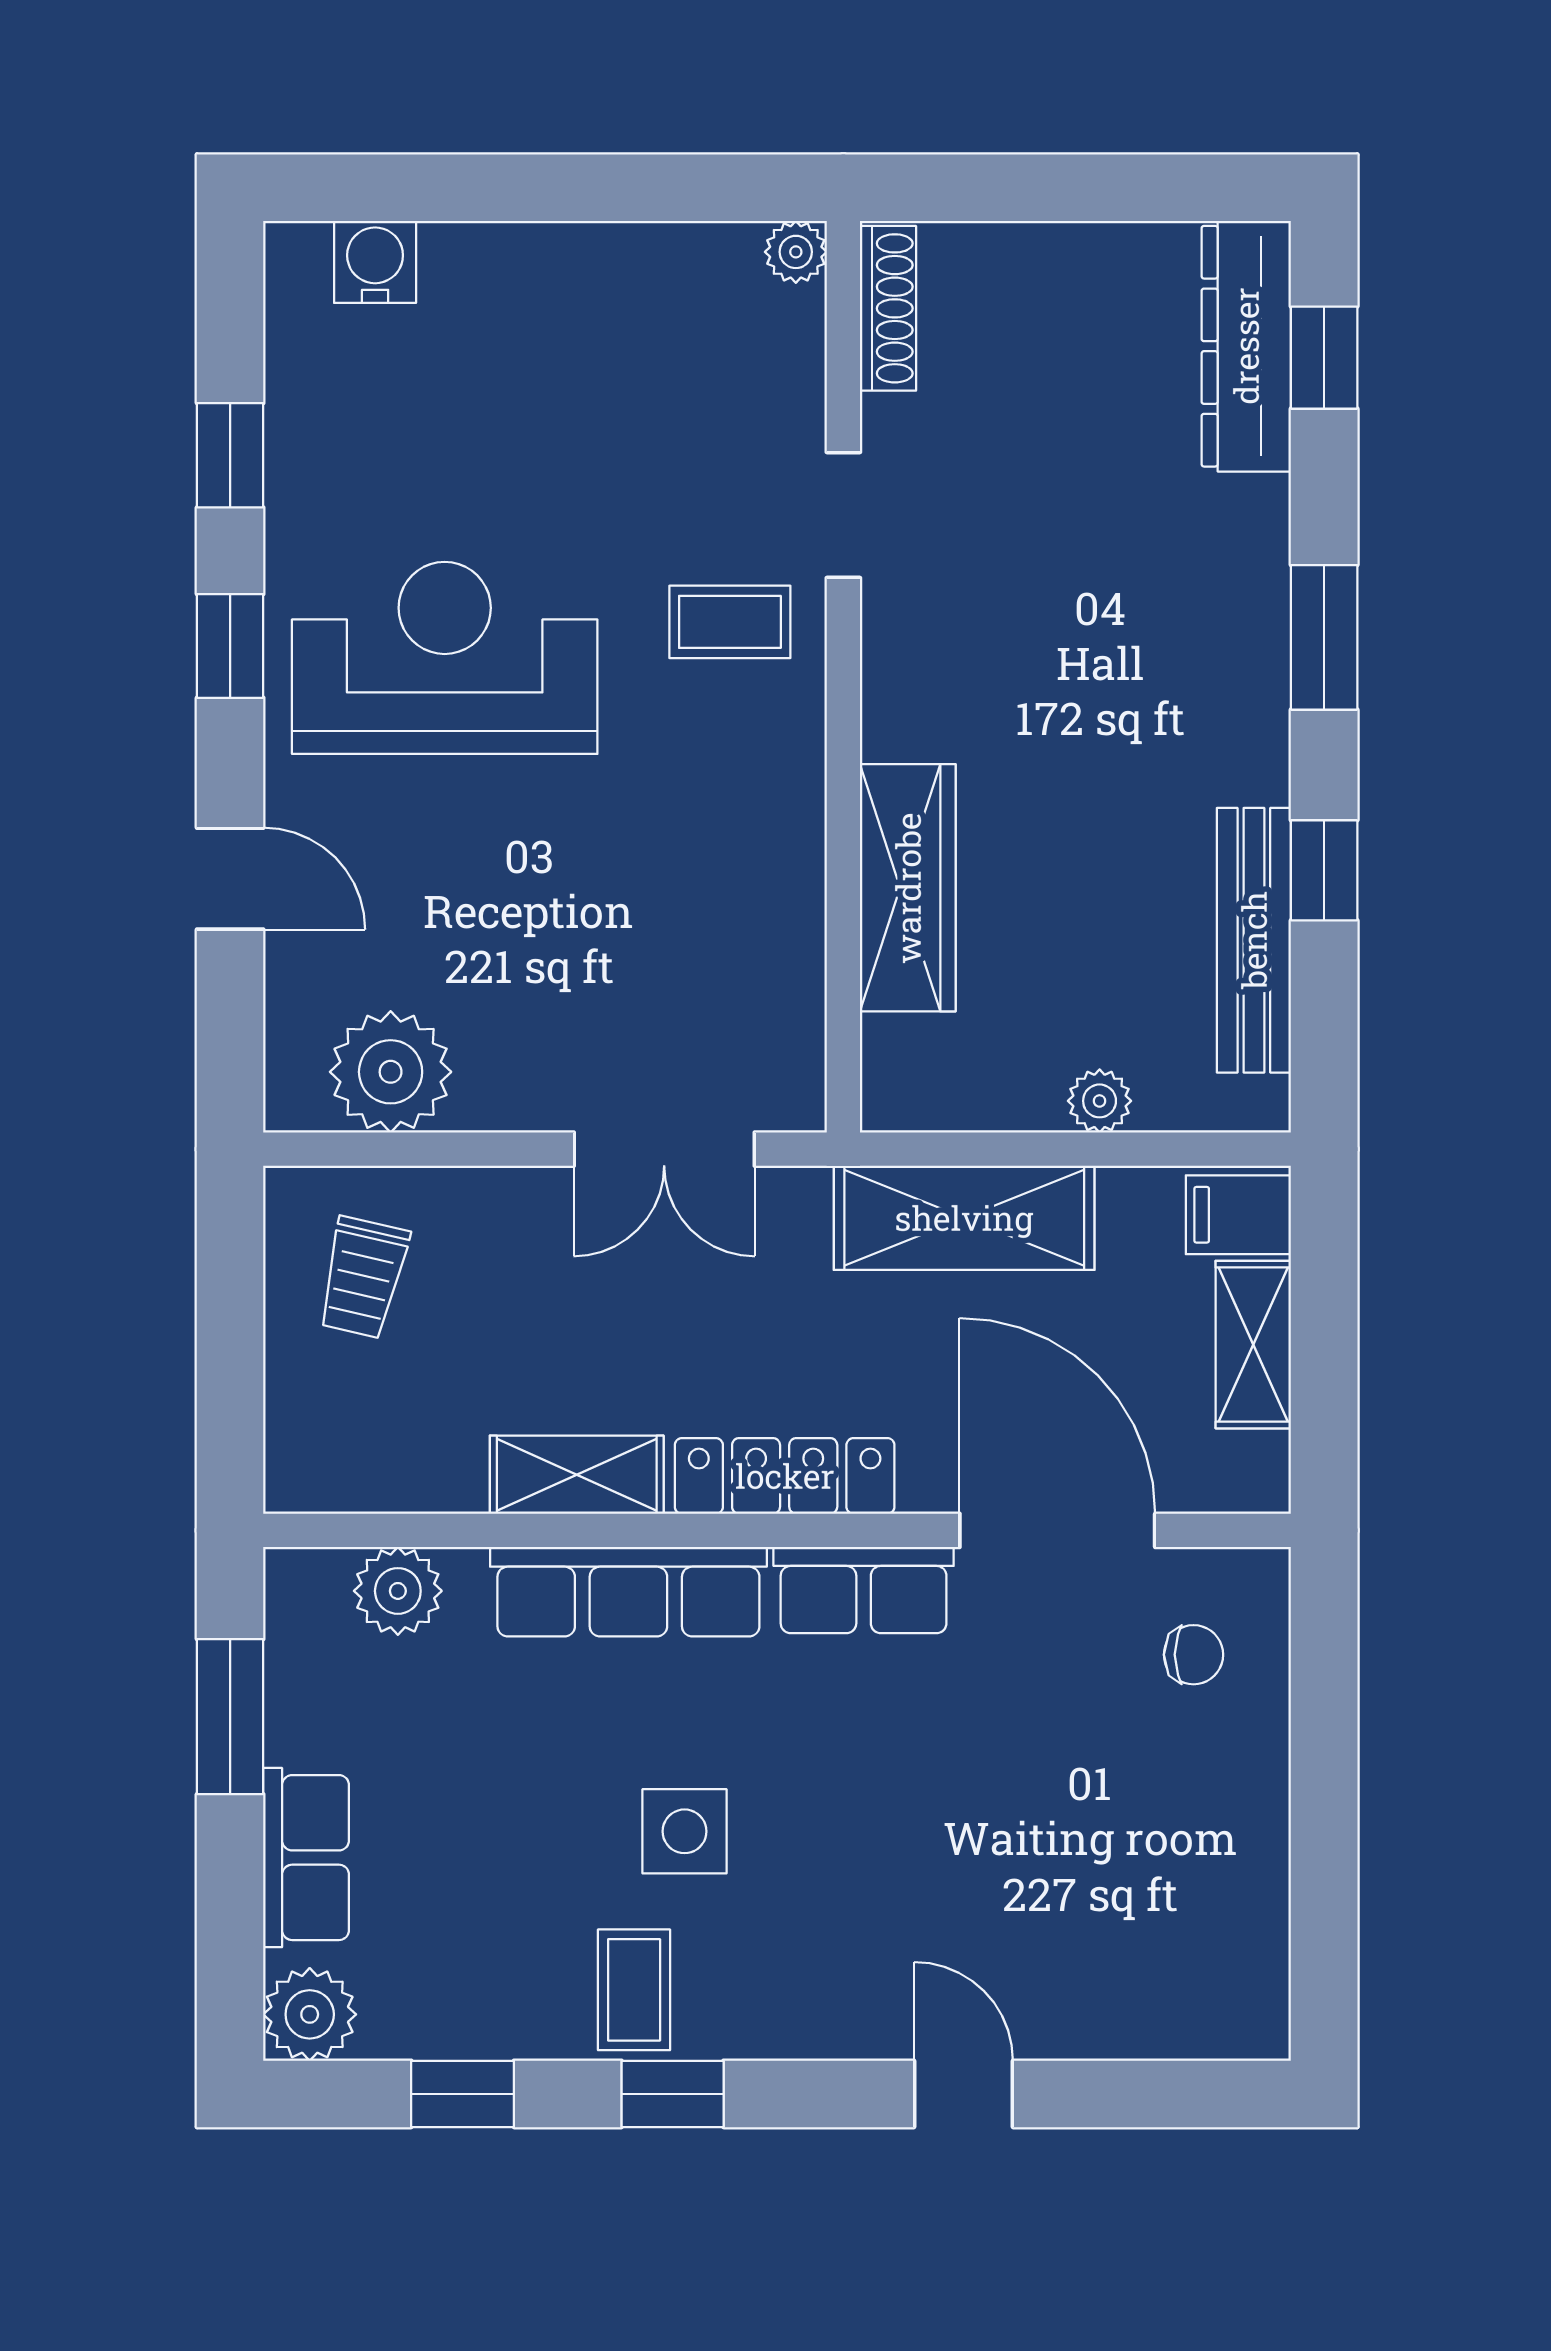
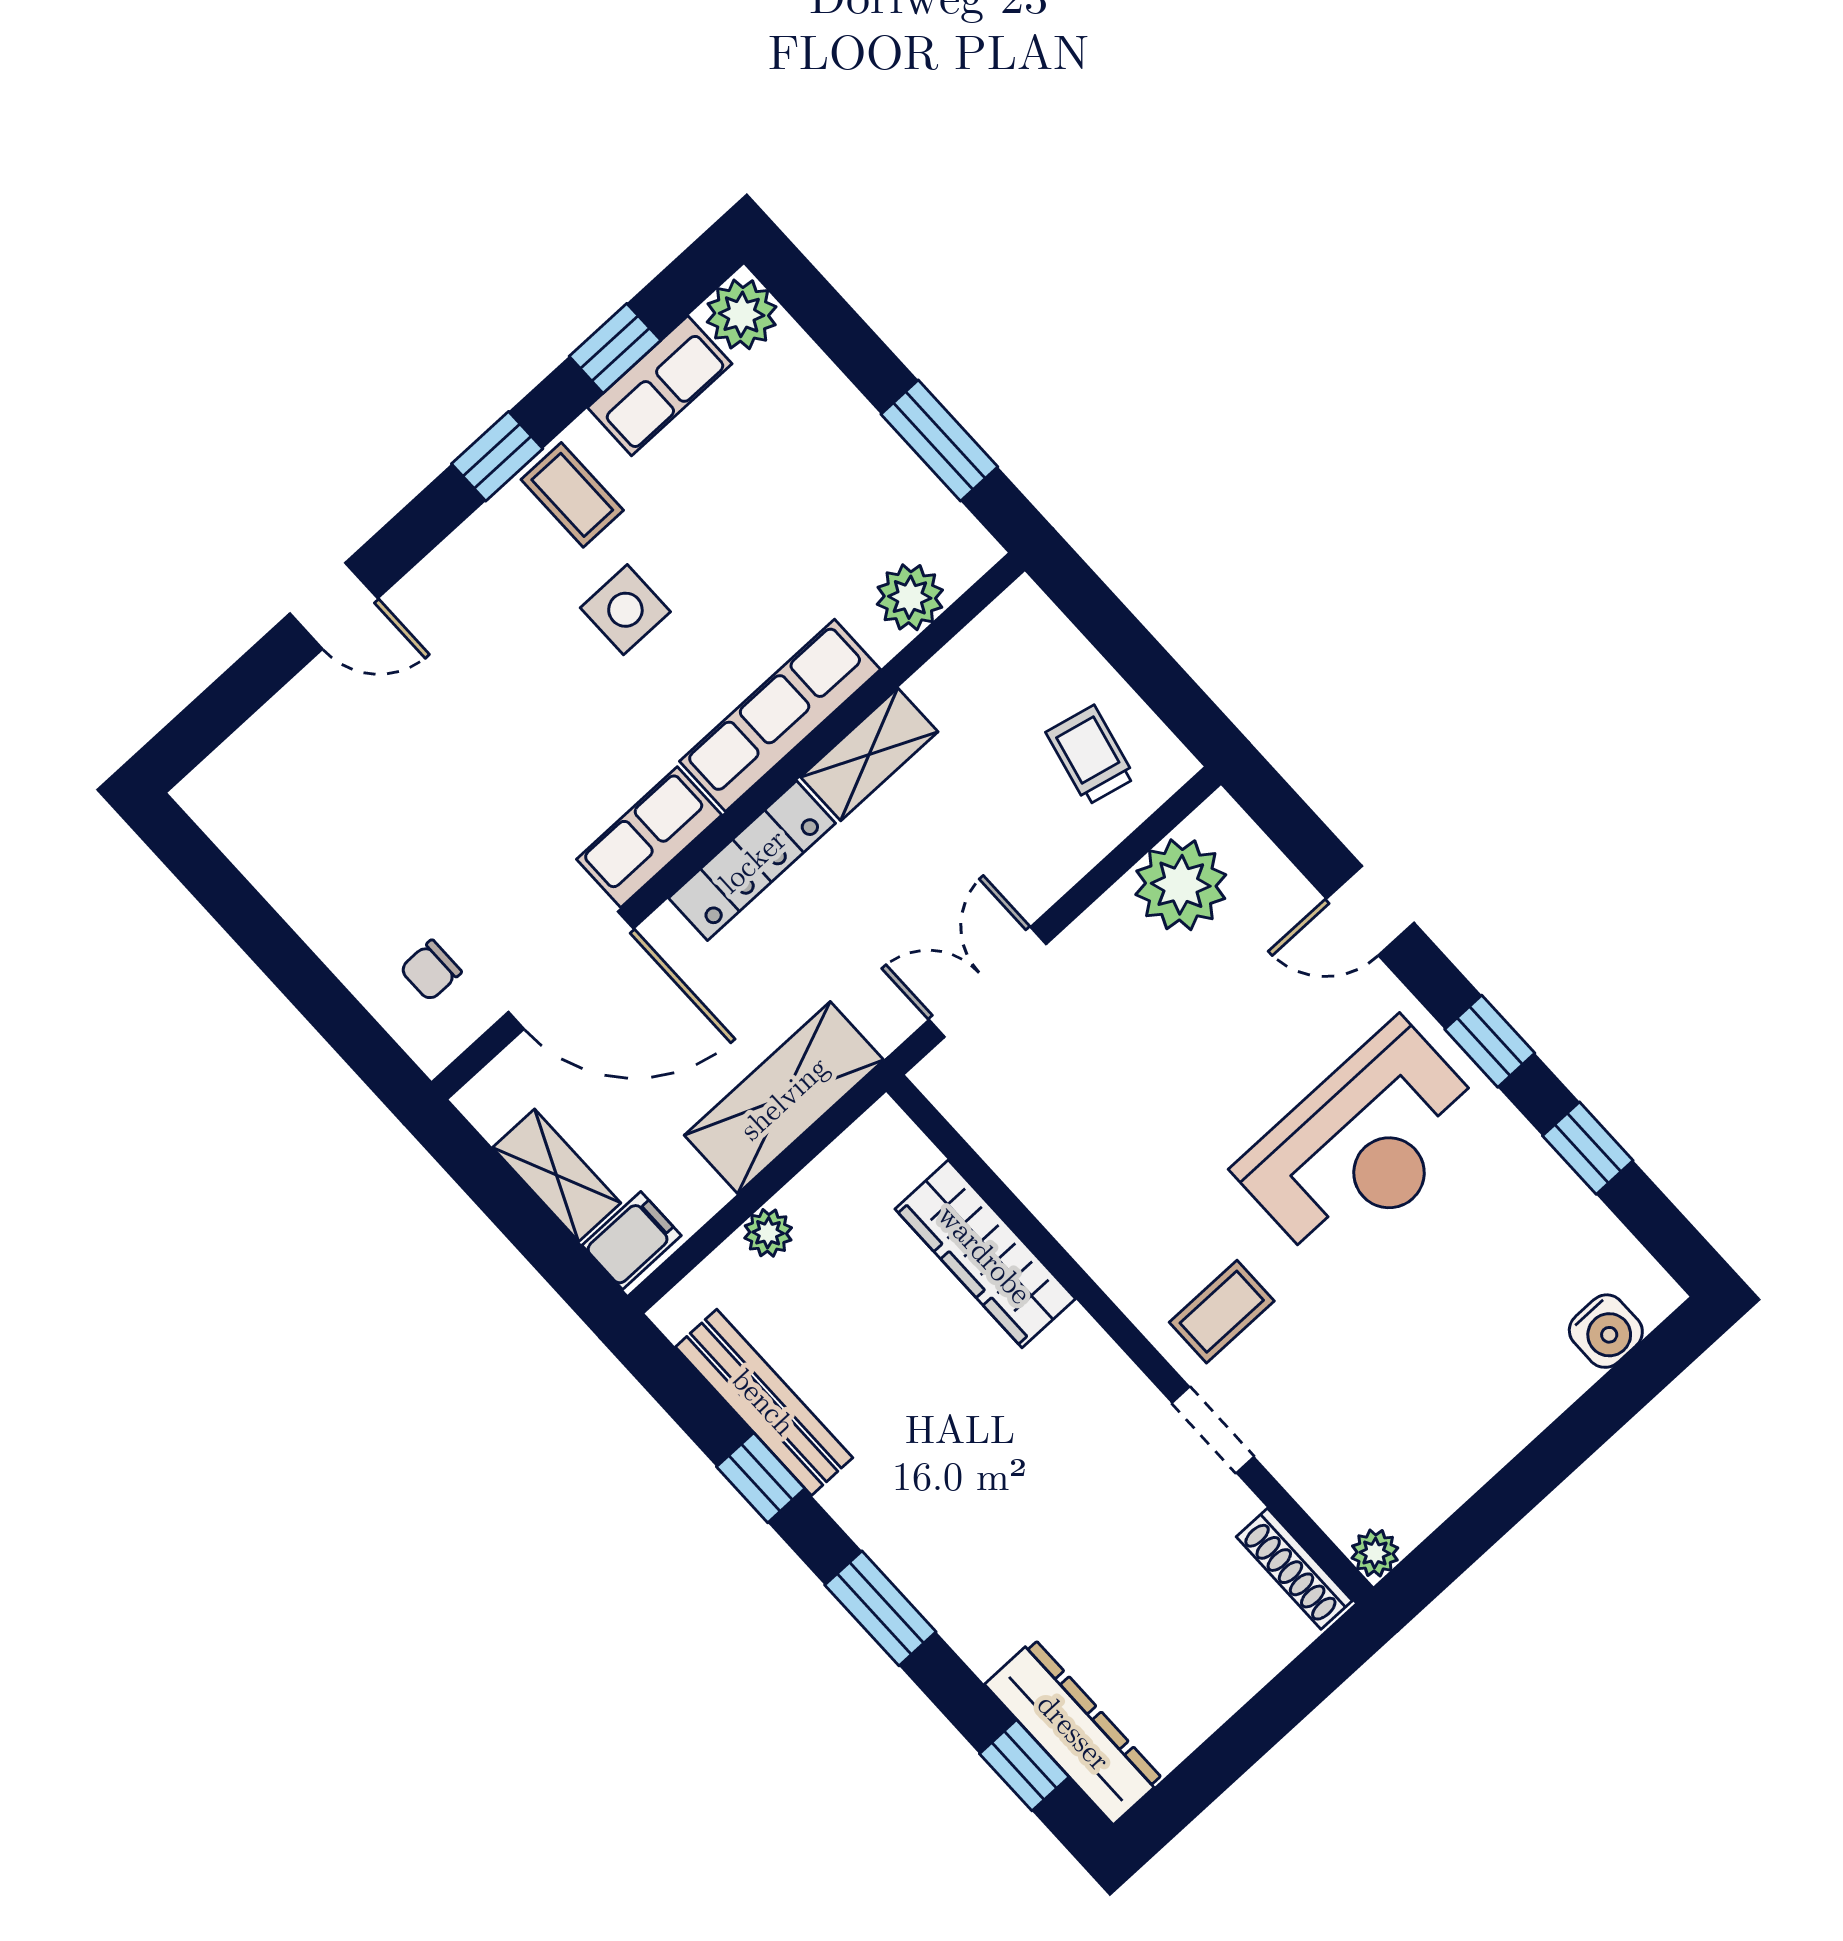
row of seats: (306, 1858) -> (660, 386), moved, turned -90

